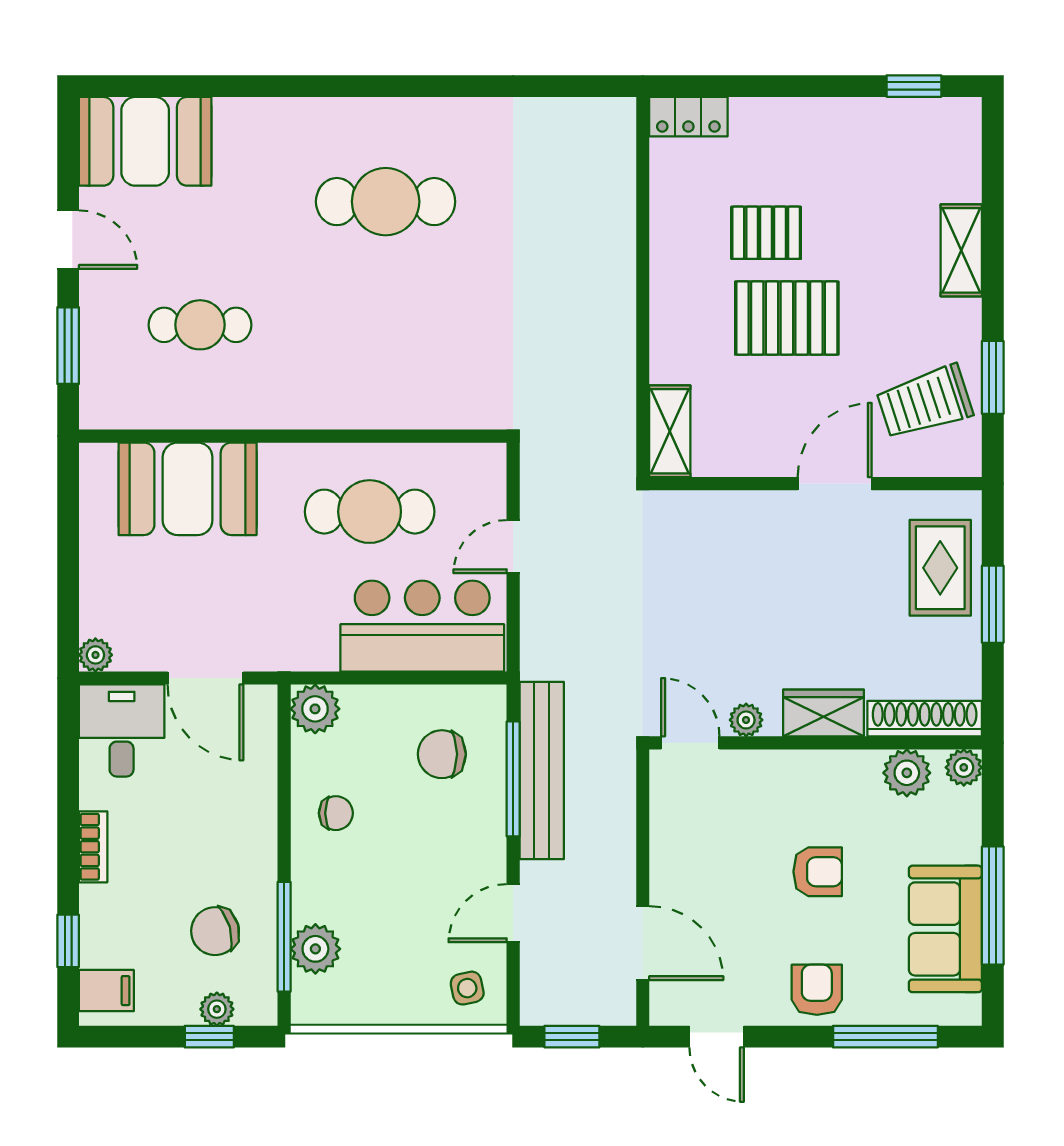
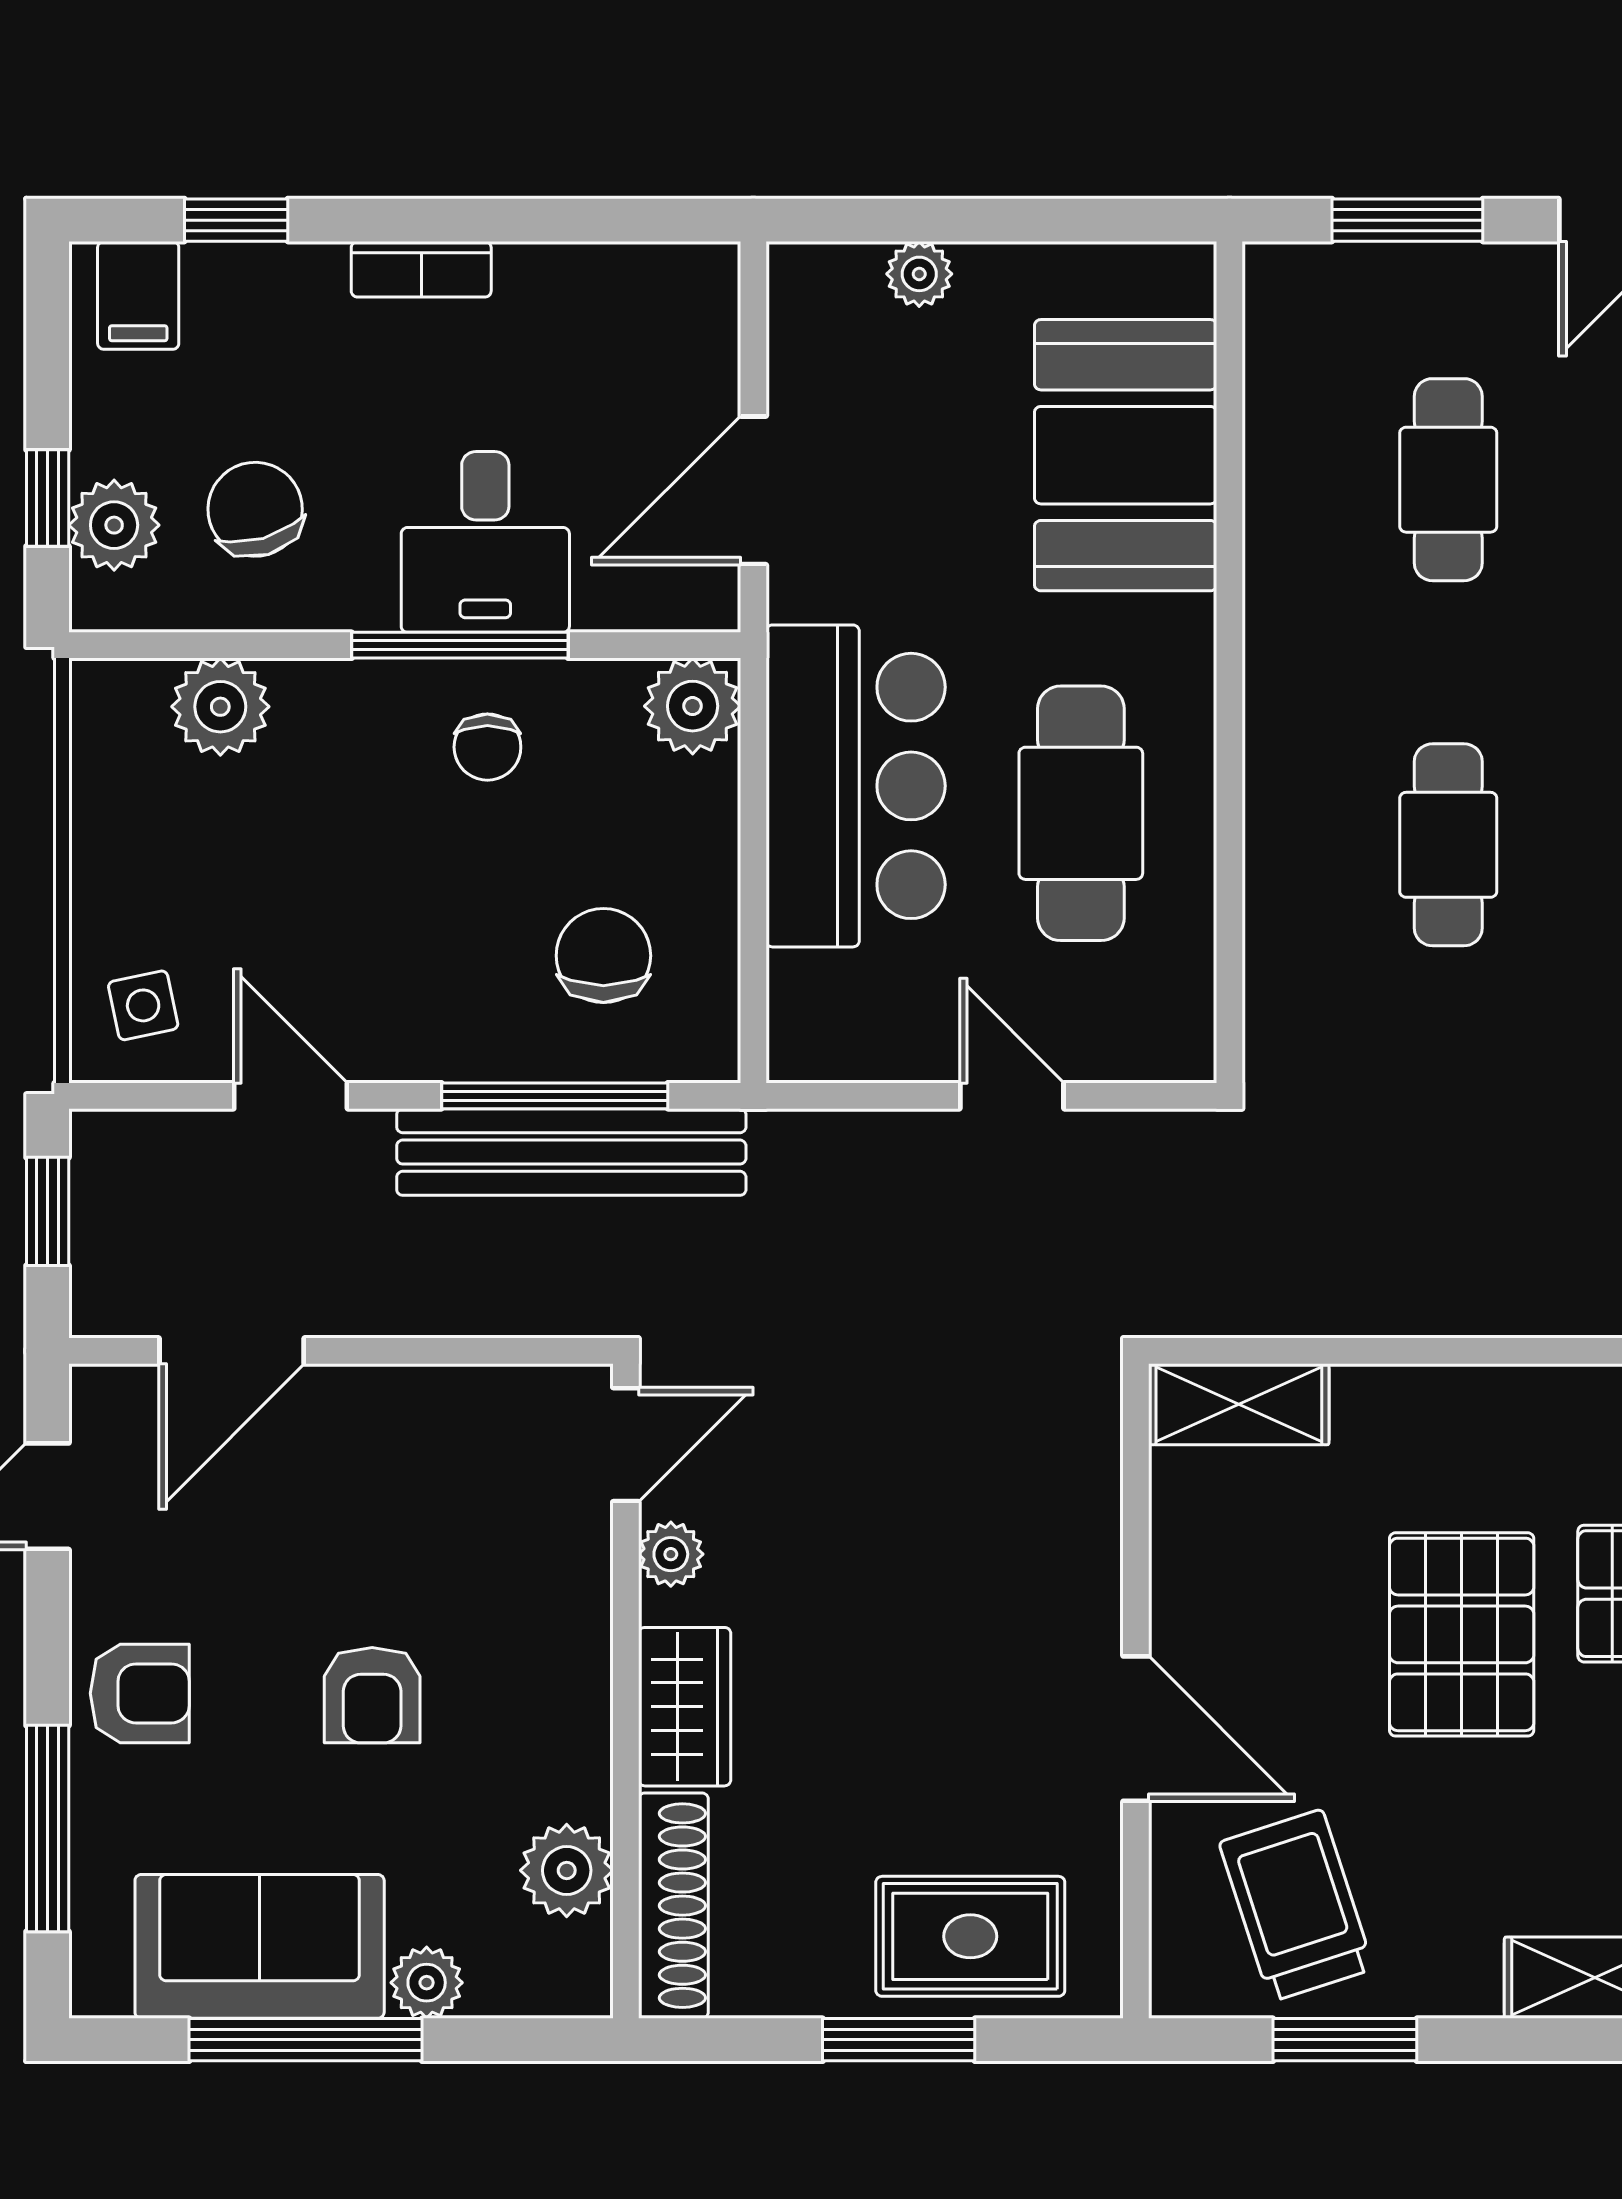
cafe table: (386, 325) -> (1448, 845), added
bar counter: (422, 626) -> (856, 786), moved
plant: (95, 655) -> (919, 274), moved
desk: (122, 731) -> (485, 542), moved, turned 90
plant: (964, 767) -> (427, 1983), moved
window: (284, 937) -> (460, 645), moved
plant: (217, 1009) -> (114, 525), width x1.38, depth x1.38

